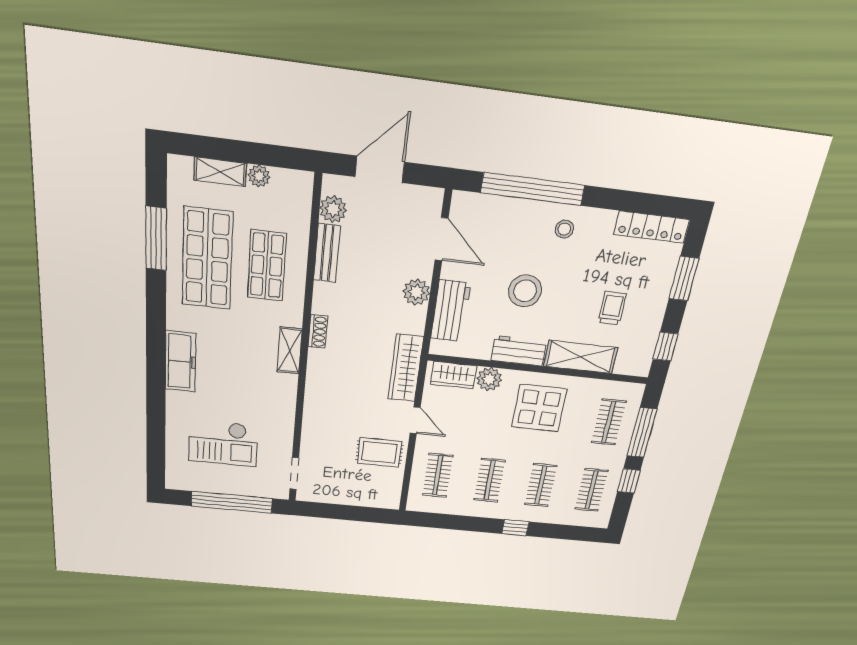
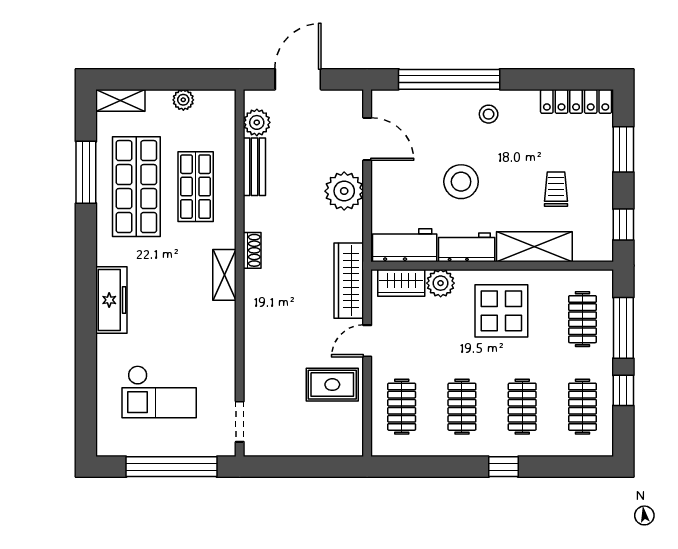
shelving: (220, 172) -> (120, 100), moved
plant: (416, 292) -> (344, 191), width x1.36, depth x1.36
workbench: (451, 311) -> (405, 245), moved, turned -90
door: (415, 420) -> (367, 341), swing flipped

